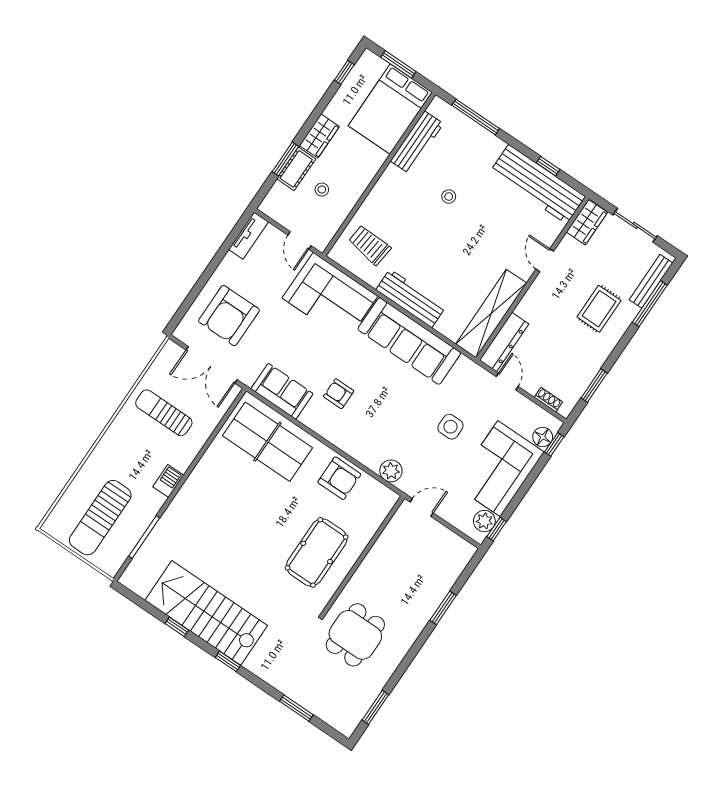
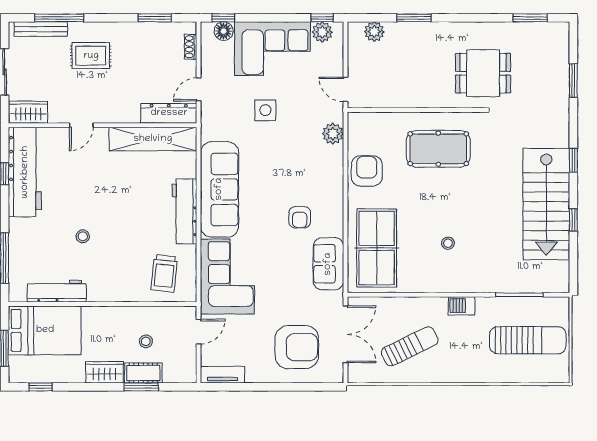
sun lounger: (164, 413) -> (410, 346), turned -116
stool: (230, 506) -> (448, 243), added
plant: (454, 566) -> (374, 32), added

